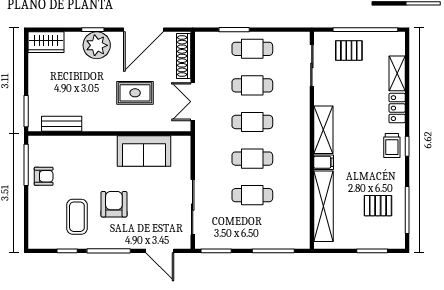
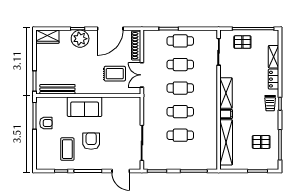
rug: (135, 93) -> (115, 74), moved
bench: (62, 124) -> (57, 89), width x1.36
sofa: (144, 151) -> (85, 107), moved

